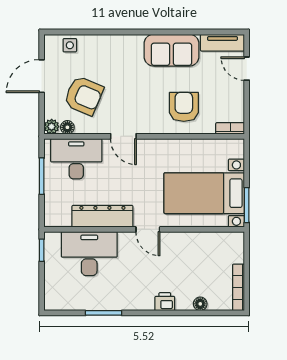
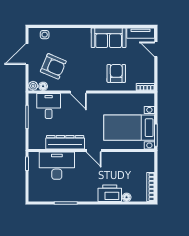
desk: (76, 159) -> (49, 106), width x0.73
printer: (165, 302) -> (110, 193), width x1.87, depth x1.48

